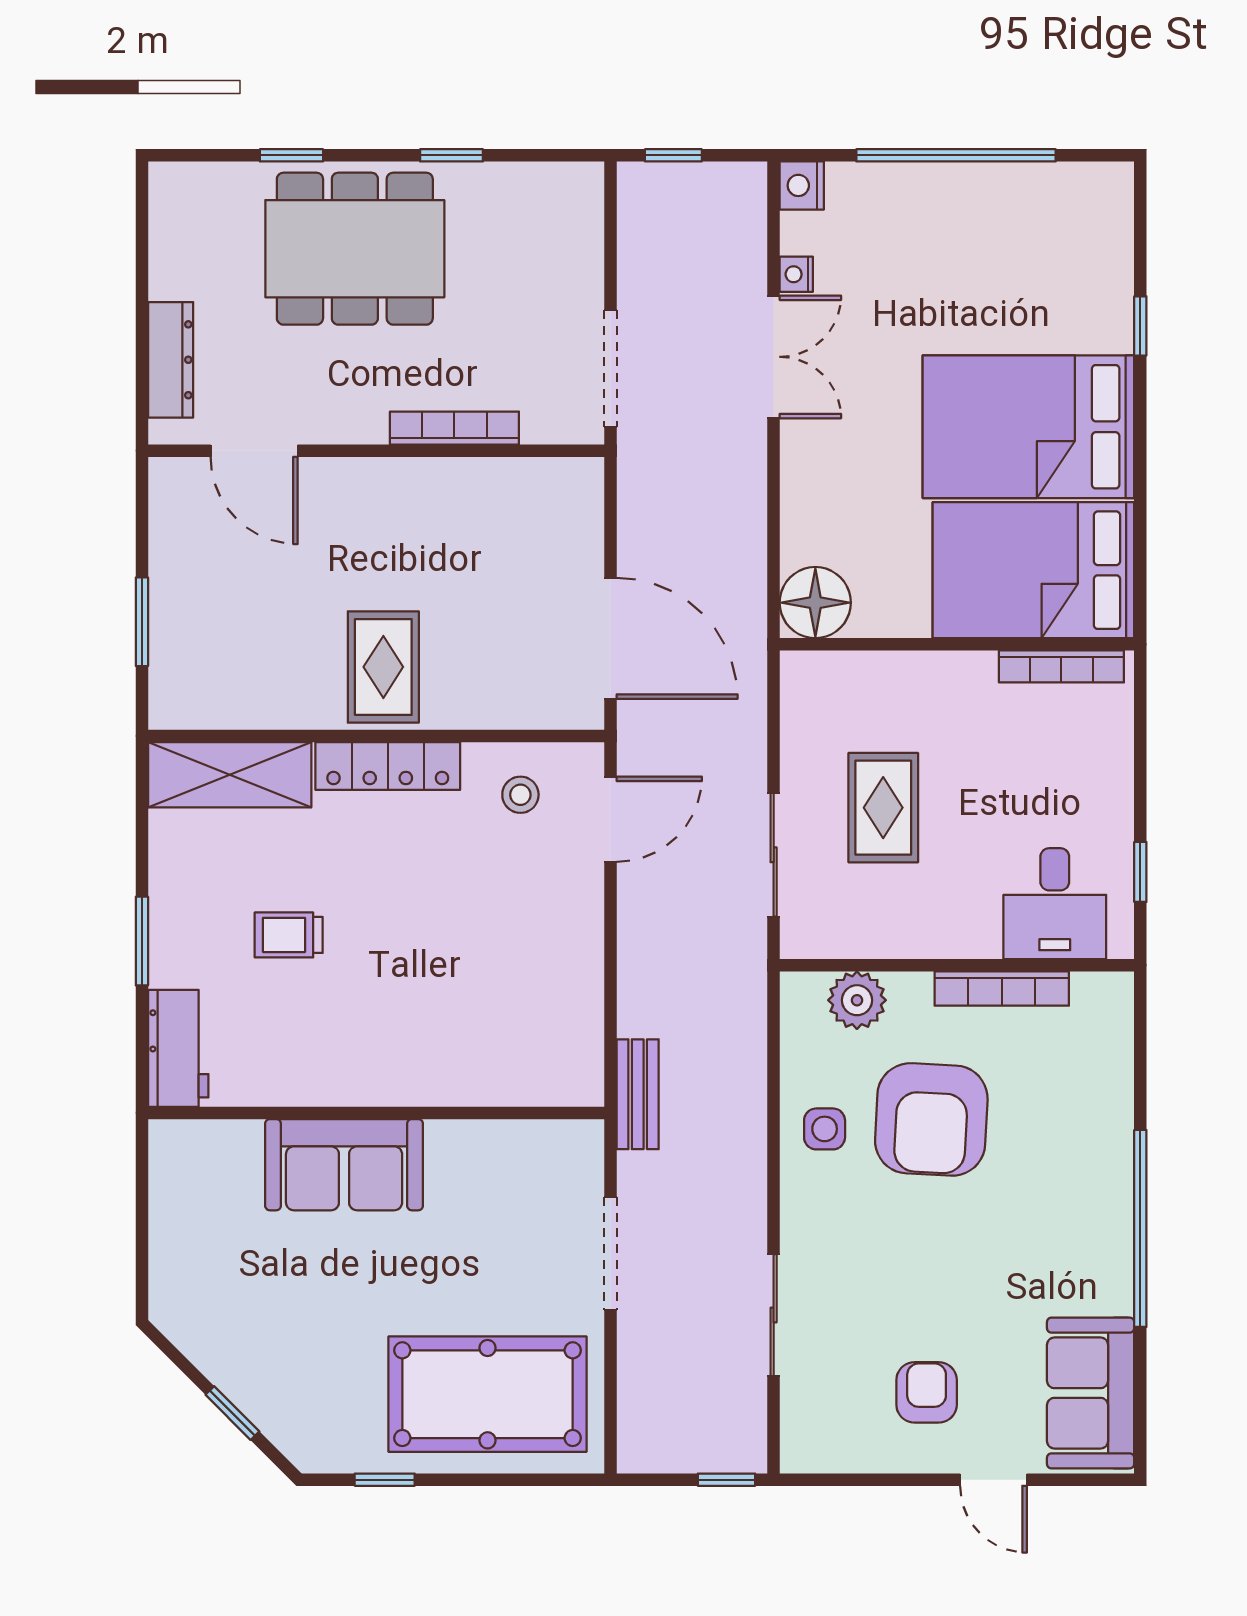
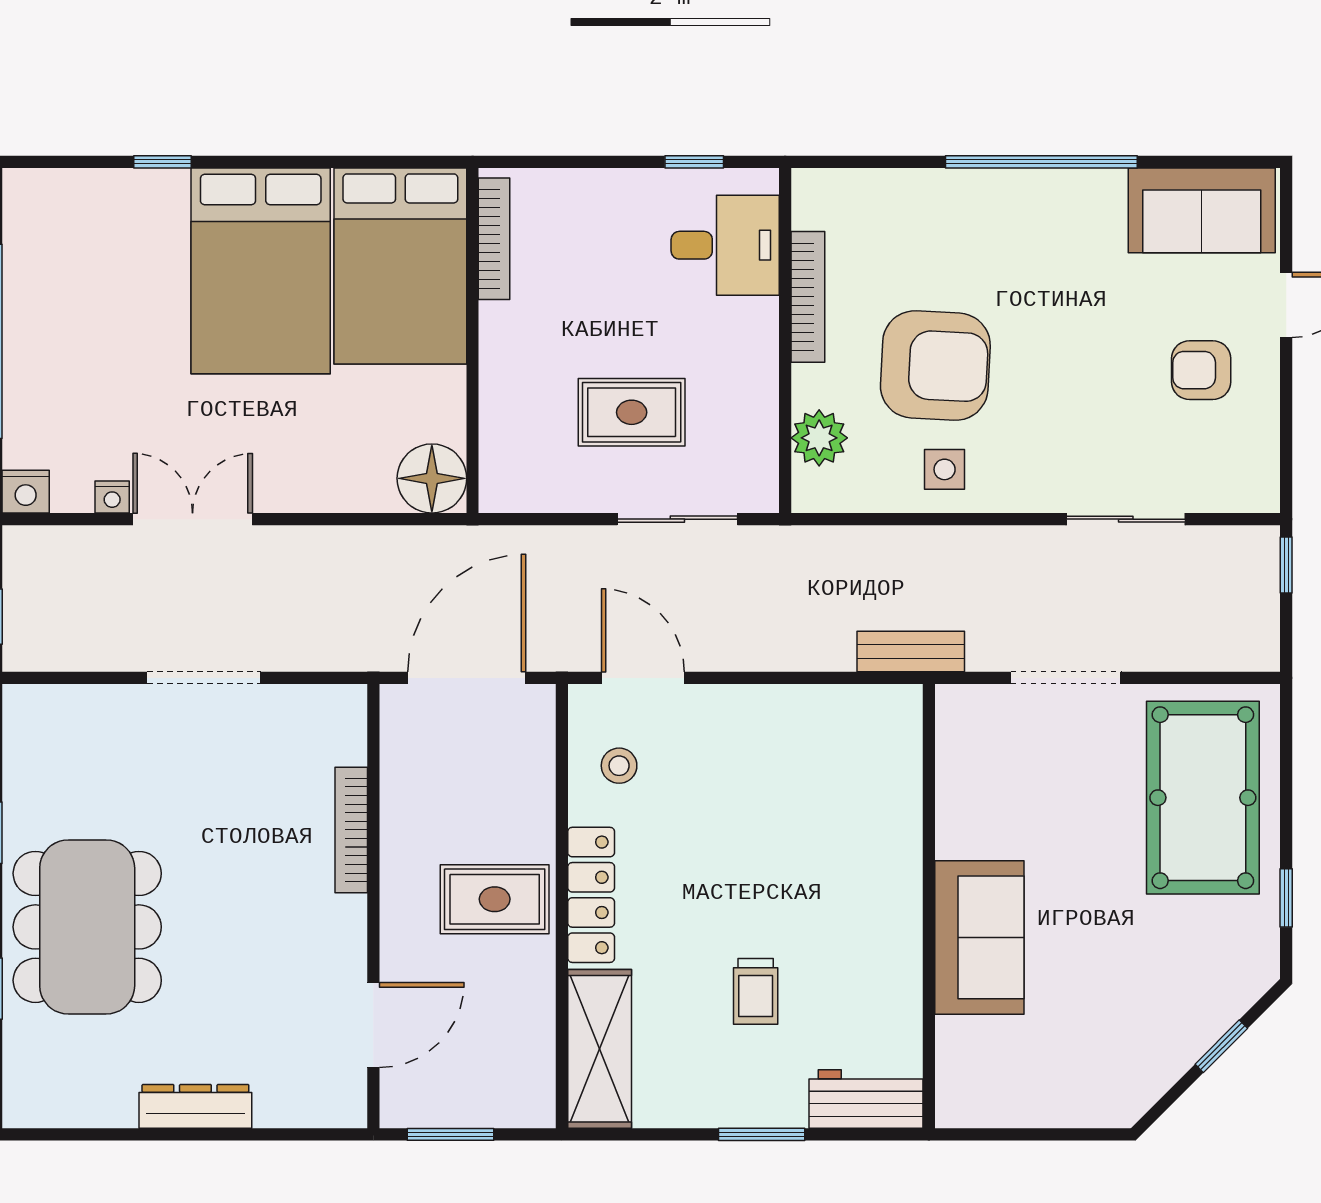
bookcase: (454, 428) -> (351, 830), moved
door: (254, 451) -> (373, 1025), moved
wall: (376, 451) -> (373, 906), moved

